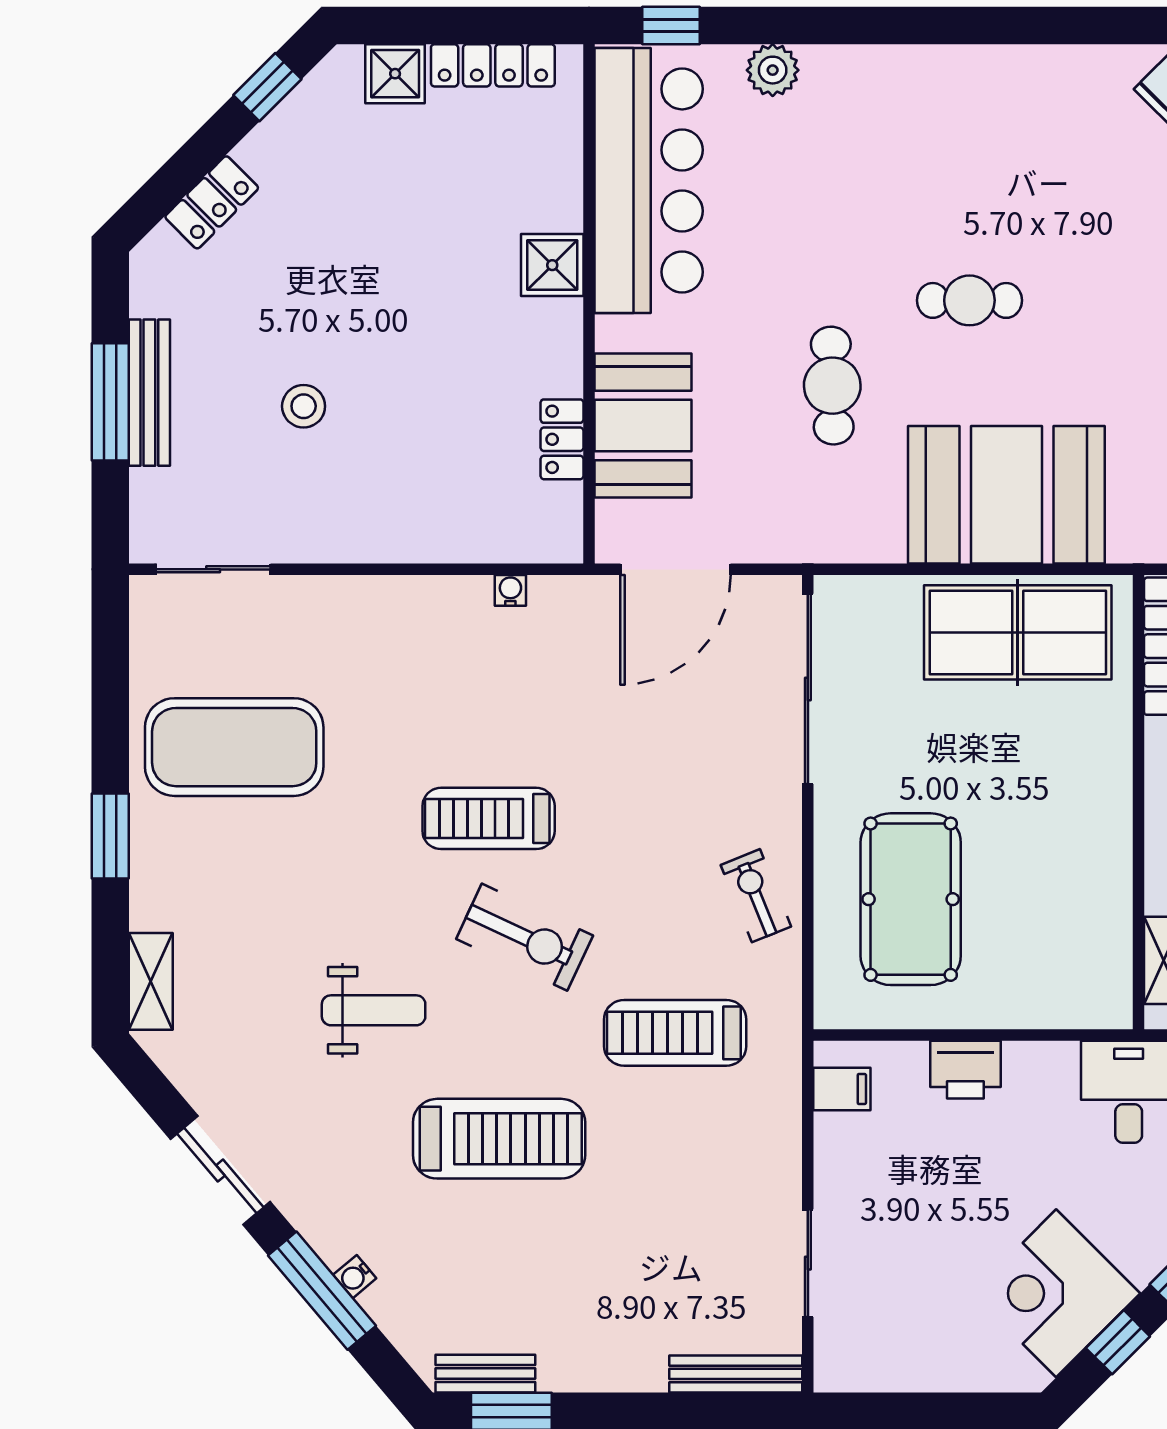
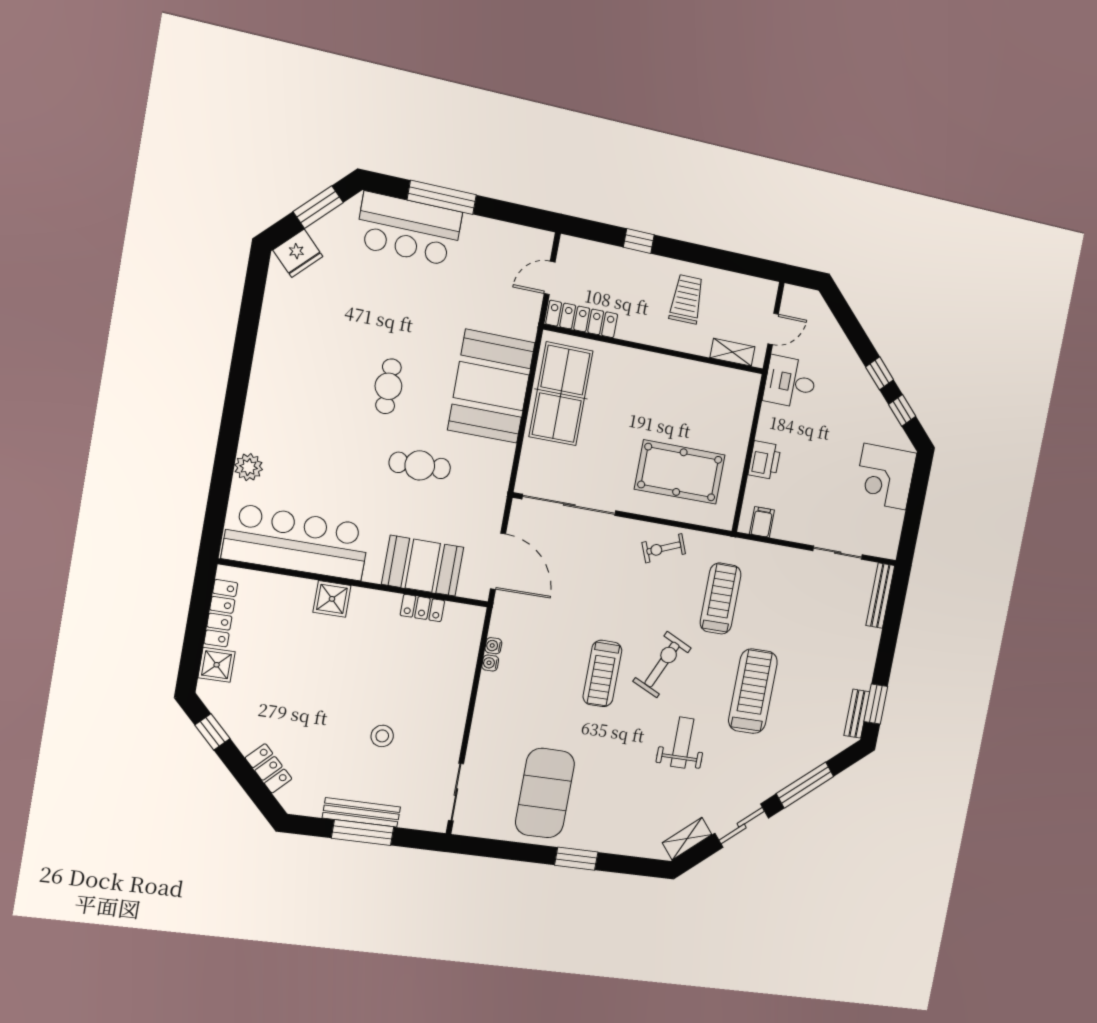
window: (671, 25) -> (215, 517), removed
shelving: (151, 981) -> (687, 839), moved, turned -40
treadmill: (675, 1033) -> (721, 599), turned 180
water cooler: (355, 1277) -> (490, 663), moved, turned 130
corner desk: (1056, 1293) -> (885, 477), moved, turned 45

